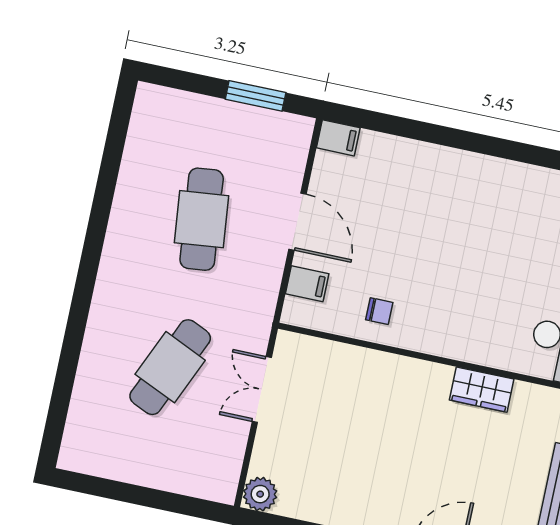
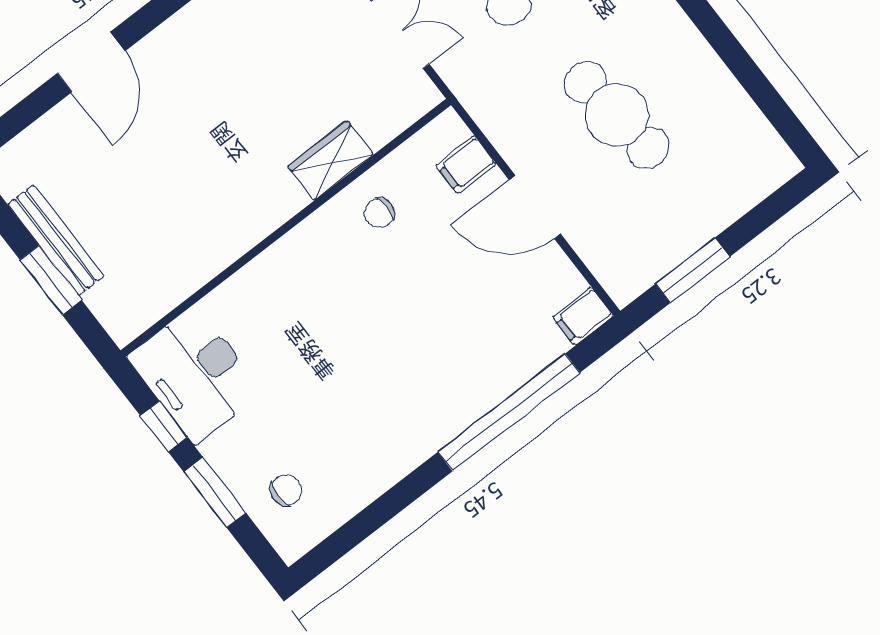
window: (433, 134) -> (509, 412), added
wardrobe: (482, 390) -> (331, 160), moved

